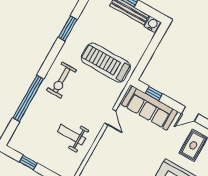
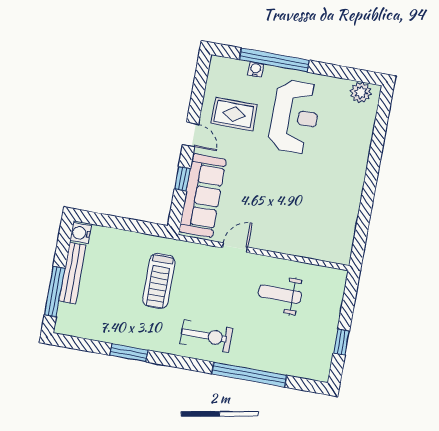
treadmill: (106, 63) -> (159, 281), width x0.73, depth x0.73
window: (154, 93) -> (182, 179), moved
weight bench: (71, 135) -> (280, 294), turned 90

